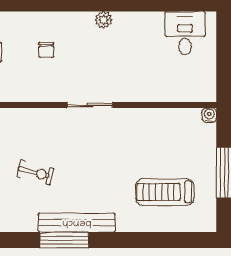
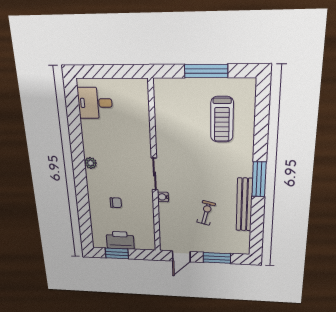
water cooler: (209, 115) -> (163, 197), moved
bench: (77, 223) -> (244, 205), moved
window: (64, 240) -> (259, 179), moved

